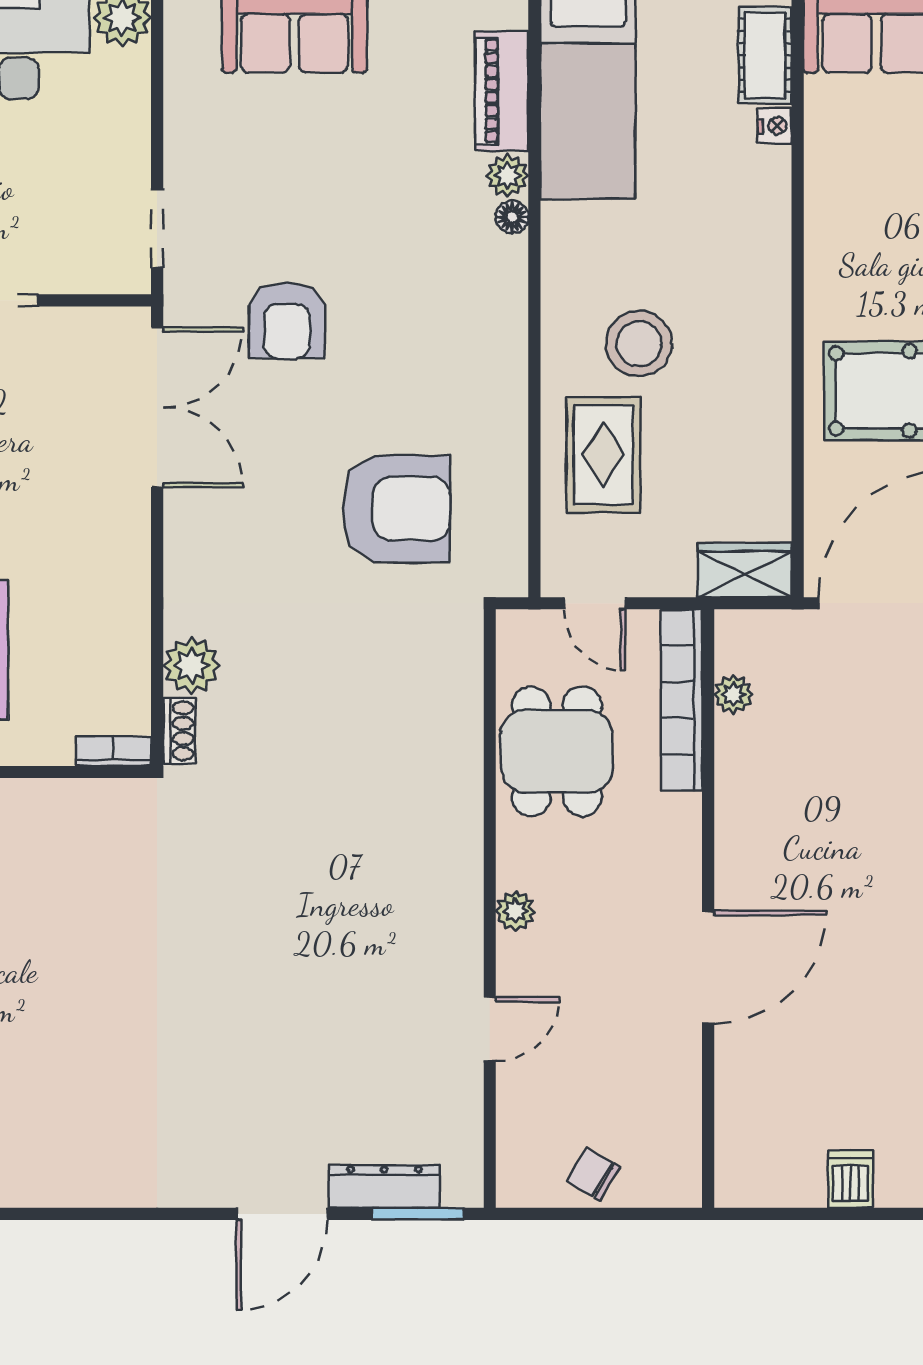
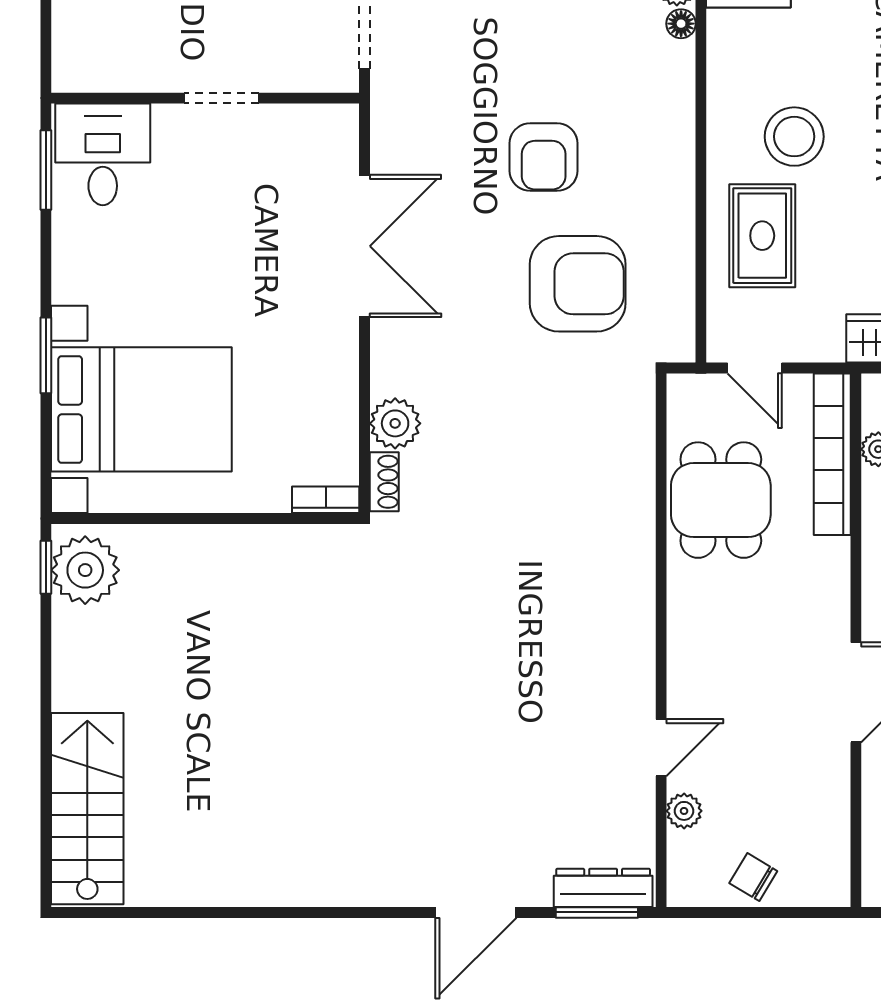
armchair: (287, 321) -> (544, 157), moved
double door: (157, 407) -> (365, 246), moved
plant: (515, 911) -> (684, 811), moved
dresser: (384, 1186) -> (603, 888), moved

